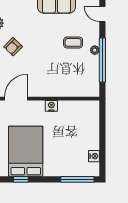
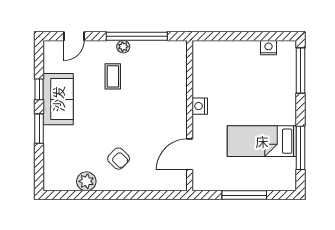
door: (16, 99) -> (190, 154), hinge flipped
bed: (26, 151) -> (262, 141), width x0.67
window: (21, 179) -> (301, 148), width x2.17

